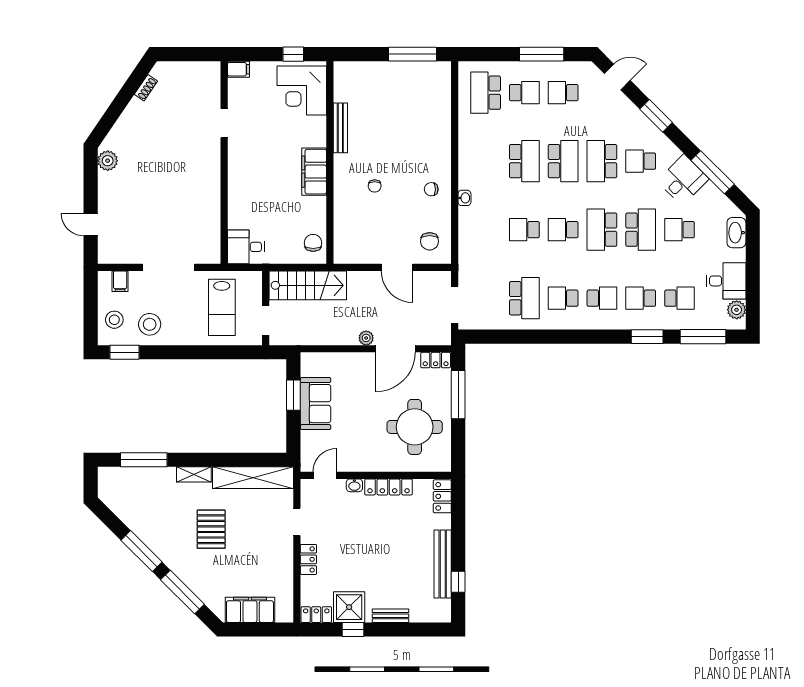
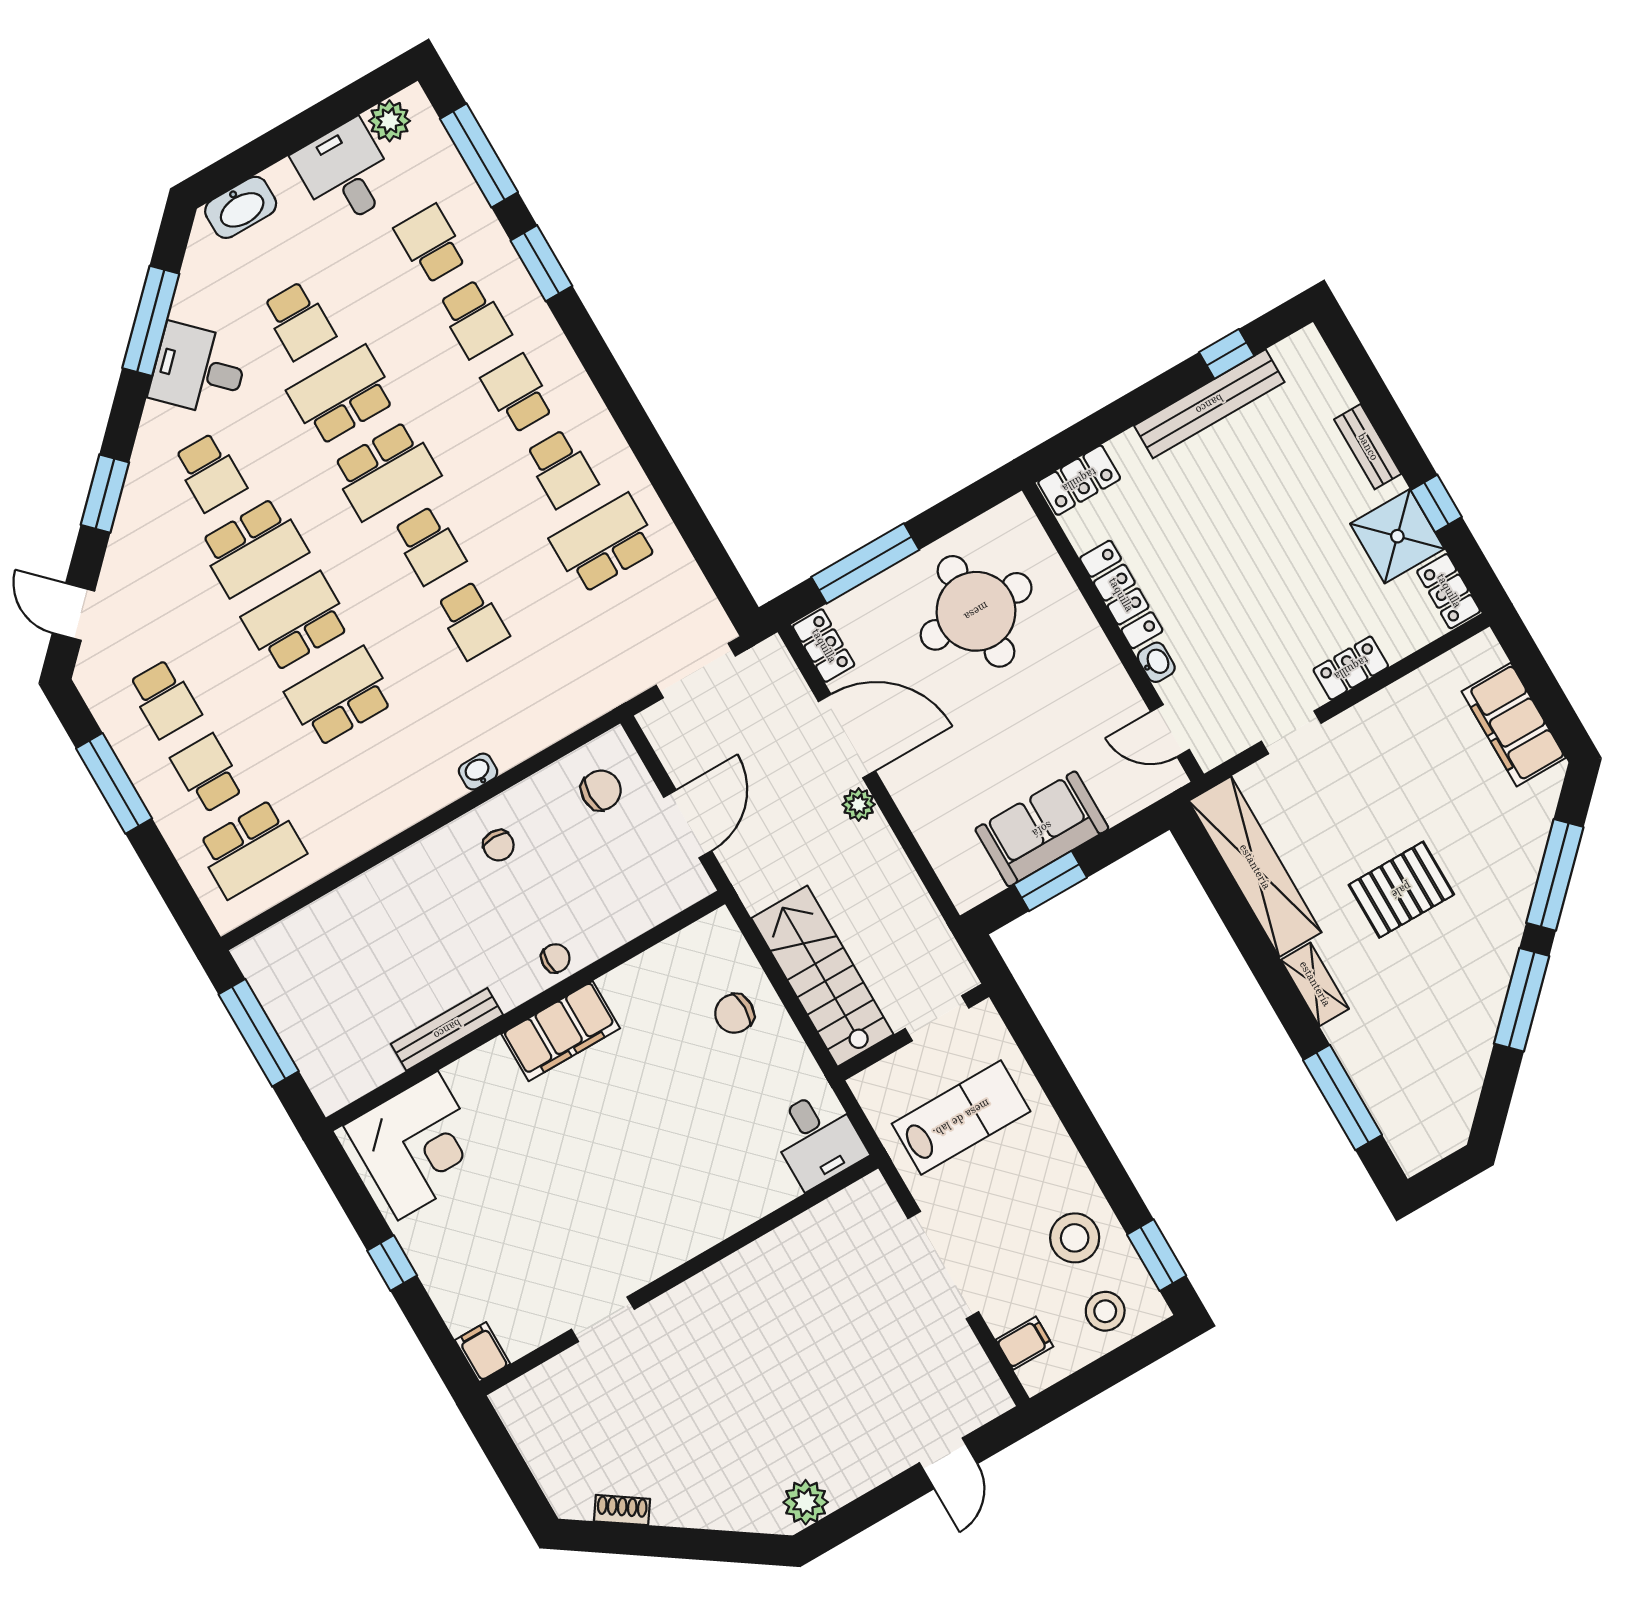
corner desk: (302, 91) -> (418, 1146), moved
bench: (340, 128) -> (447, 1029), moved
wall: (330, 162) -> (525, 1011), moved
filing cabinet: (314, 172) -> (561, 1031), moved

